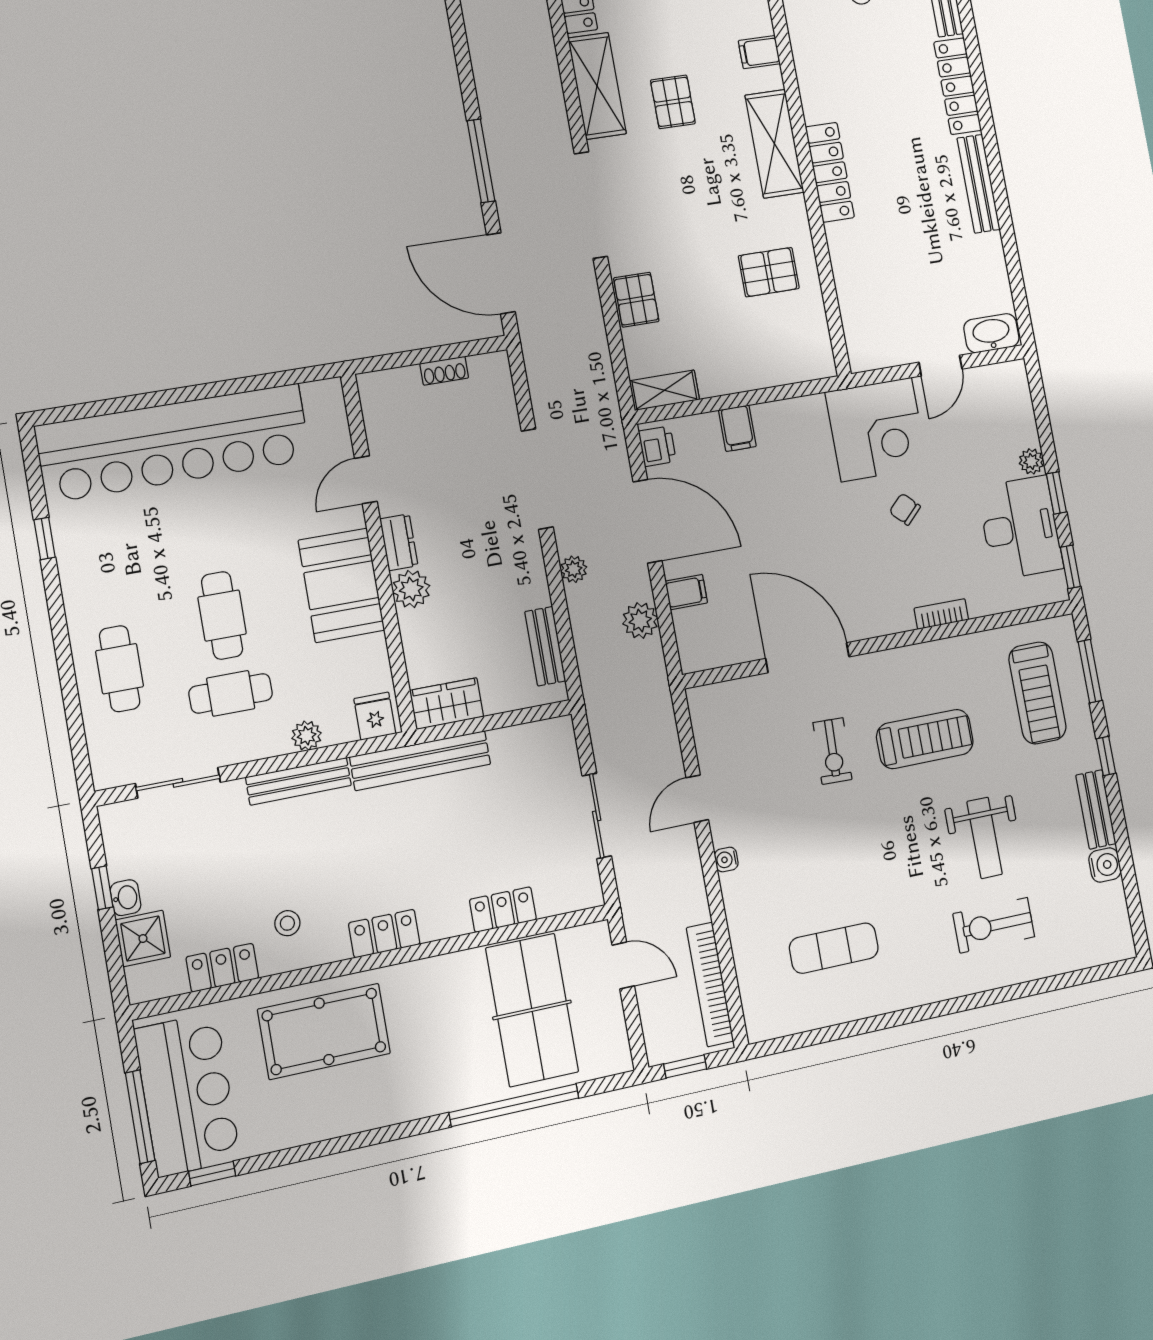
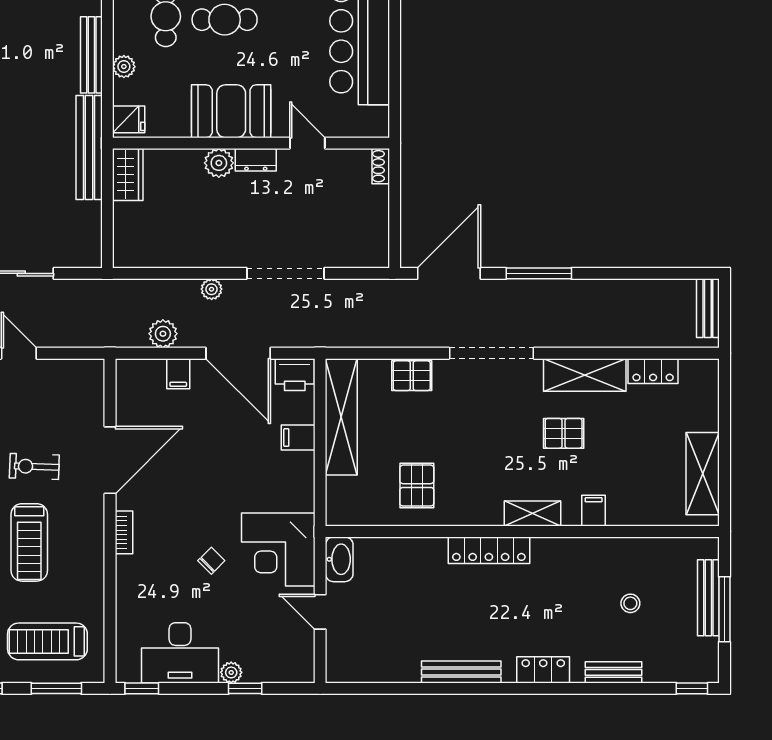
locker: (958, 86) -> (543, 670), width x0.66
shelving: (774, 144) -> (532, 513), width x0.67, depth x0.75
washbasin: (991, 333) -> (339, 559), moved
shoe rack: (444, 371) -> (381, 166), moved
shelving: (664, 390) -> (341, 417), width x2.20, depth x1.33
printer: (657, 446) -> (295, 375), width x1.36, depth x1.24
window: (1056, 493) -> (245, 688), moved
door: (647, 521) -> (238, 353), hinge flipped
bookcase: (941, 614) -> (124, 532), moved
bench: (545, 646) -> (157, 257), removed

